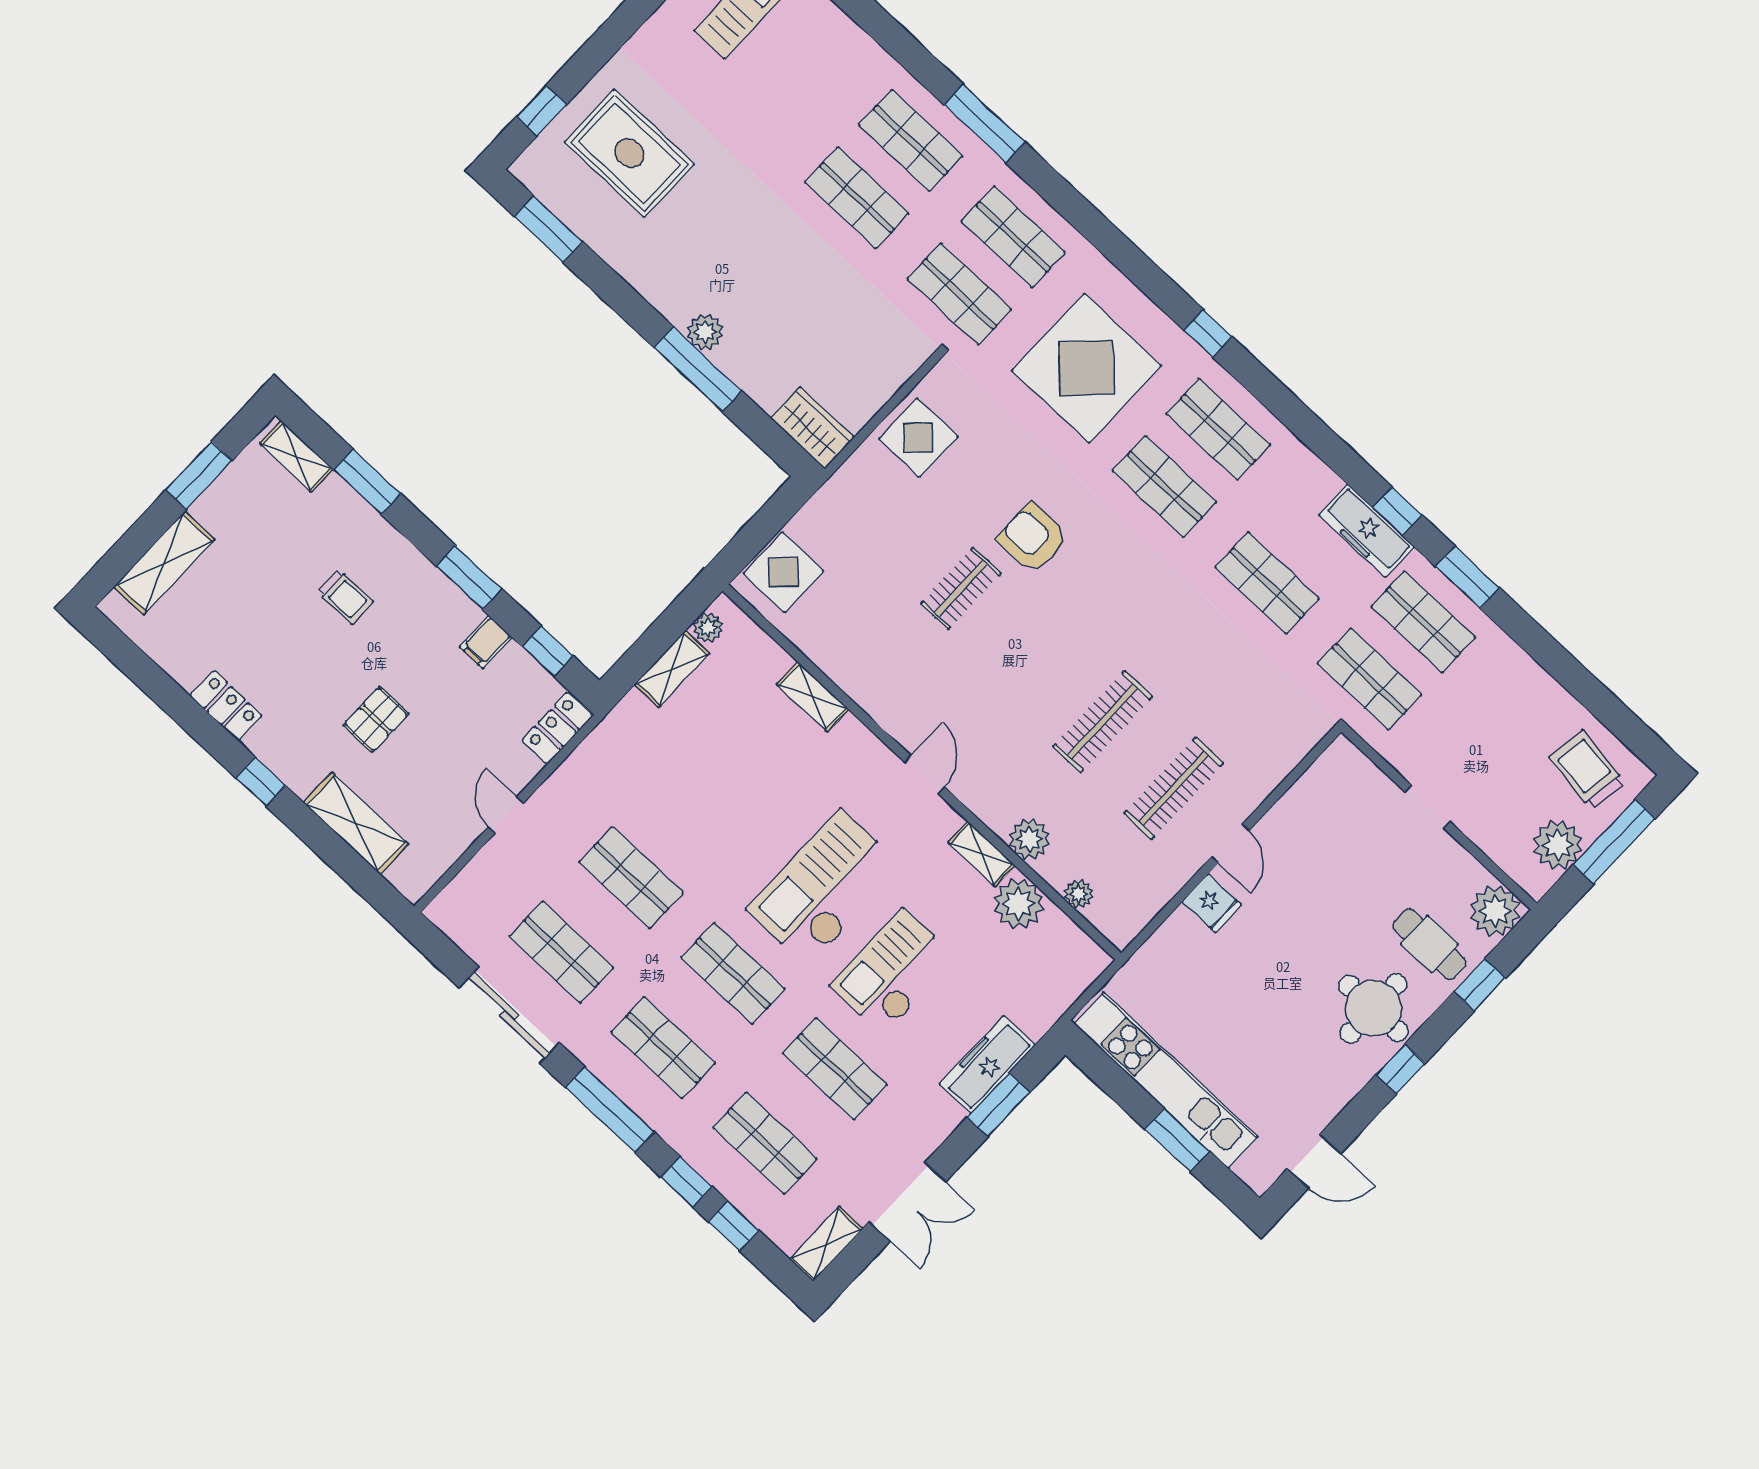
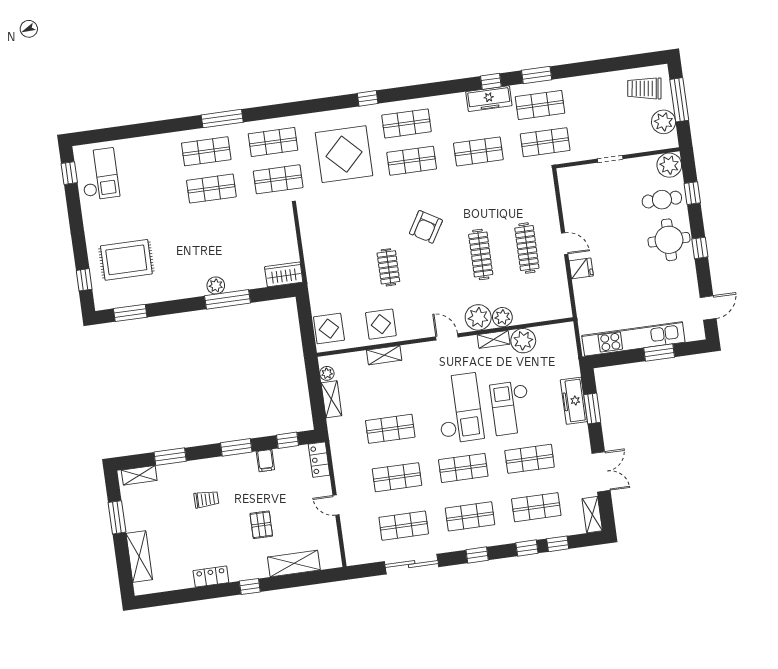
display table: (918, 437) -> (381, 324), moved
armchair: (1032, 538) -> (426, 227), moved, turned -59
shop shelf: (701, 803) -> (390, 429), added
checkout: (825, 888) -> (459, 408), turned 180
plant: (1079, 894) -> (478, 317), moved, width x1.88, depth x1.88
window: (610, 1110) -> (477, 555), width x0.46

